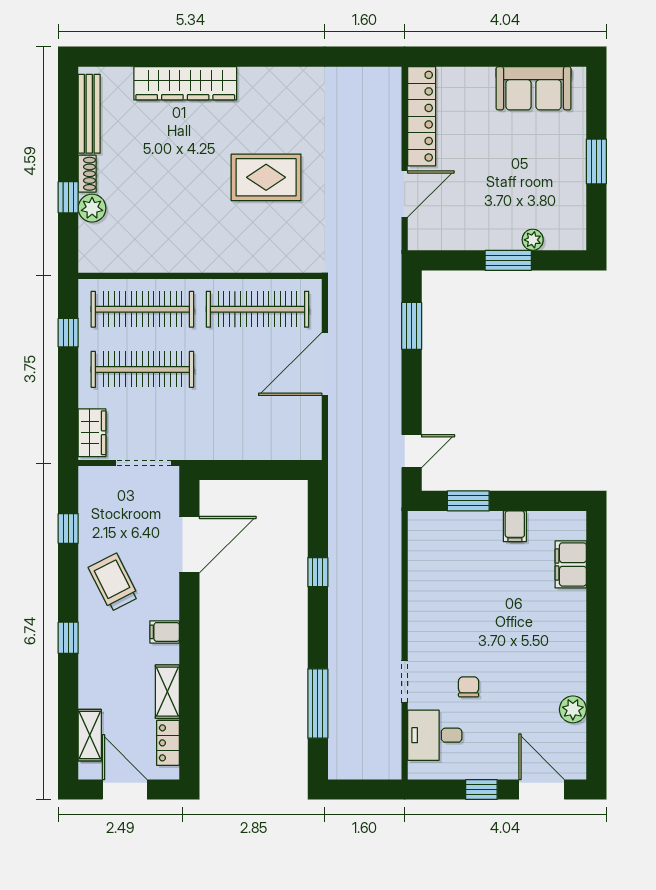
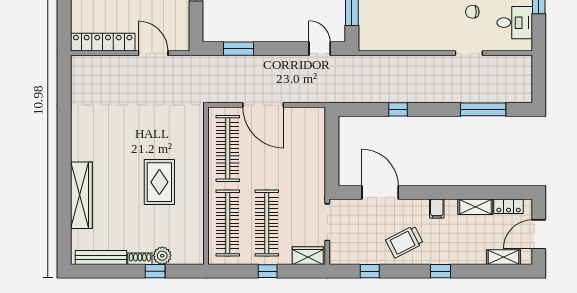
rug: (266, 177) -> (159, 182), moved
window: (68, 333) -> (268, 271), moved
desk: (435, 735) -> (515, 23), moved, turned -90

